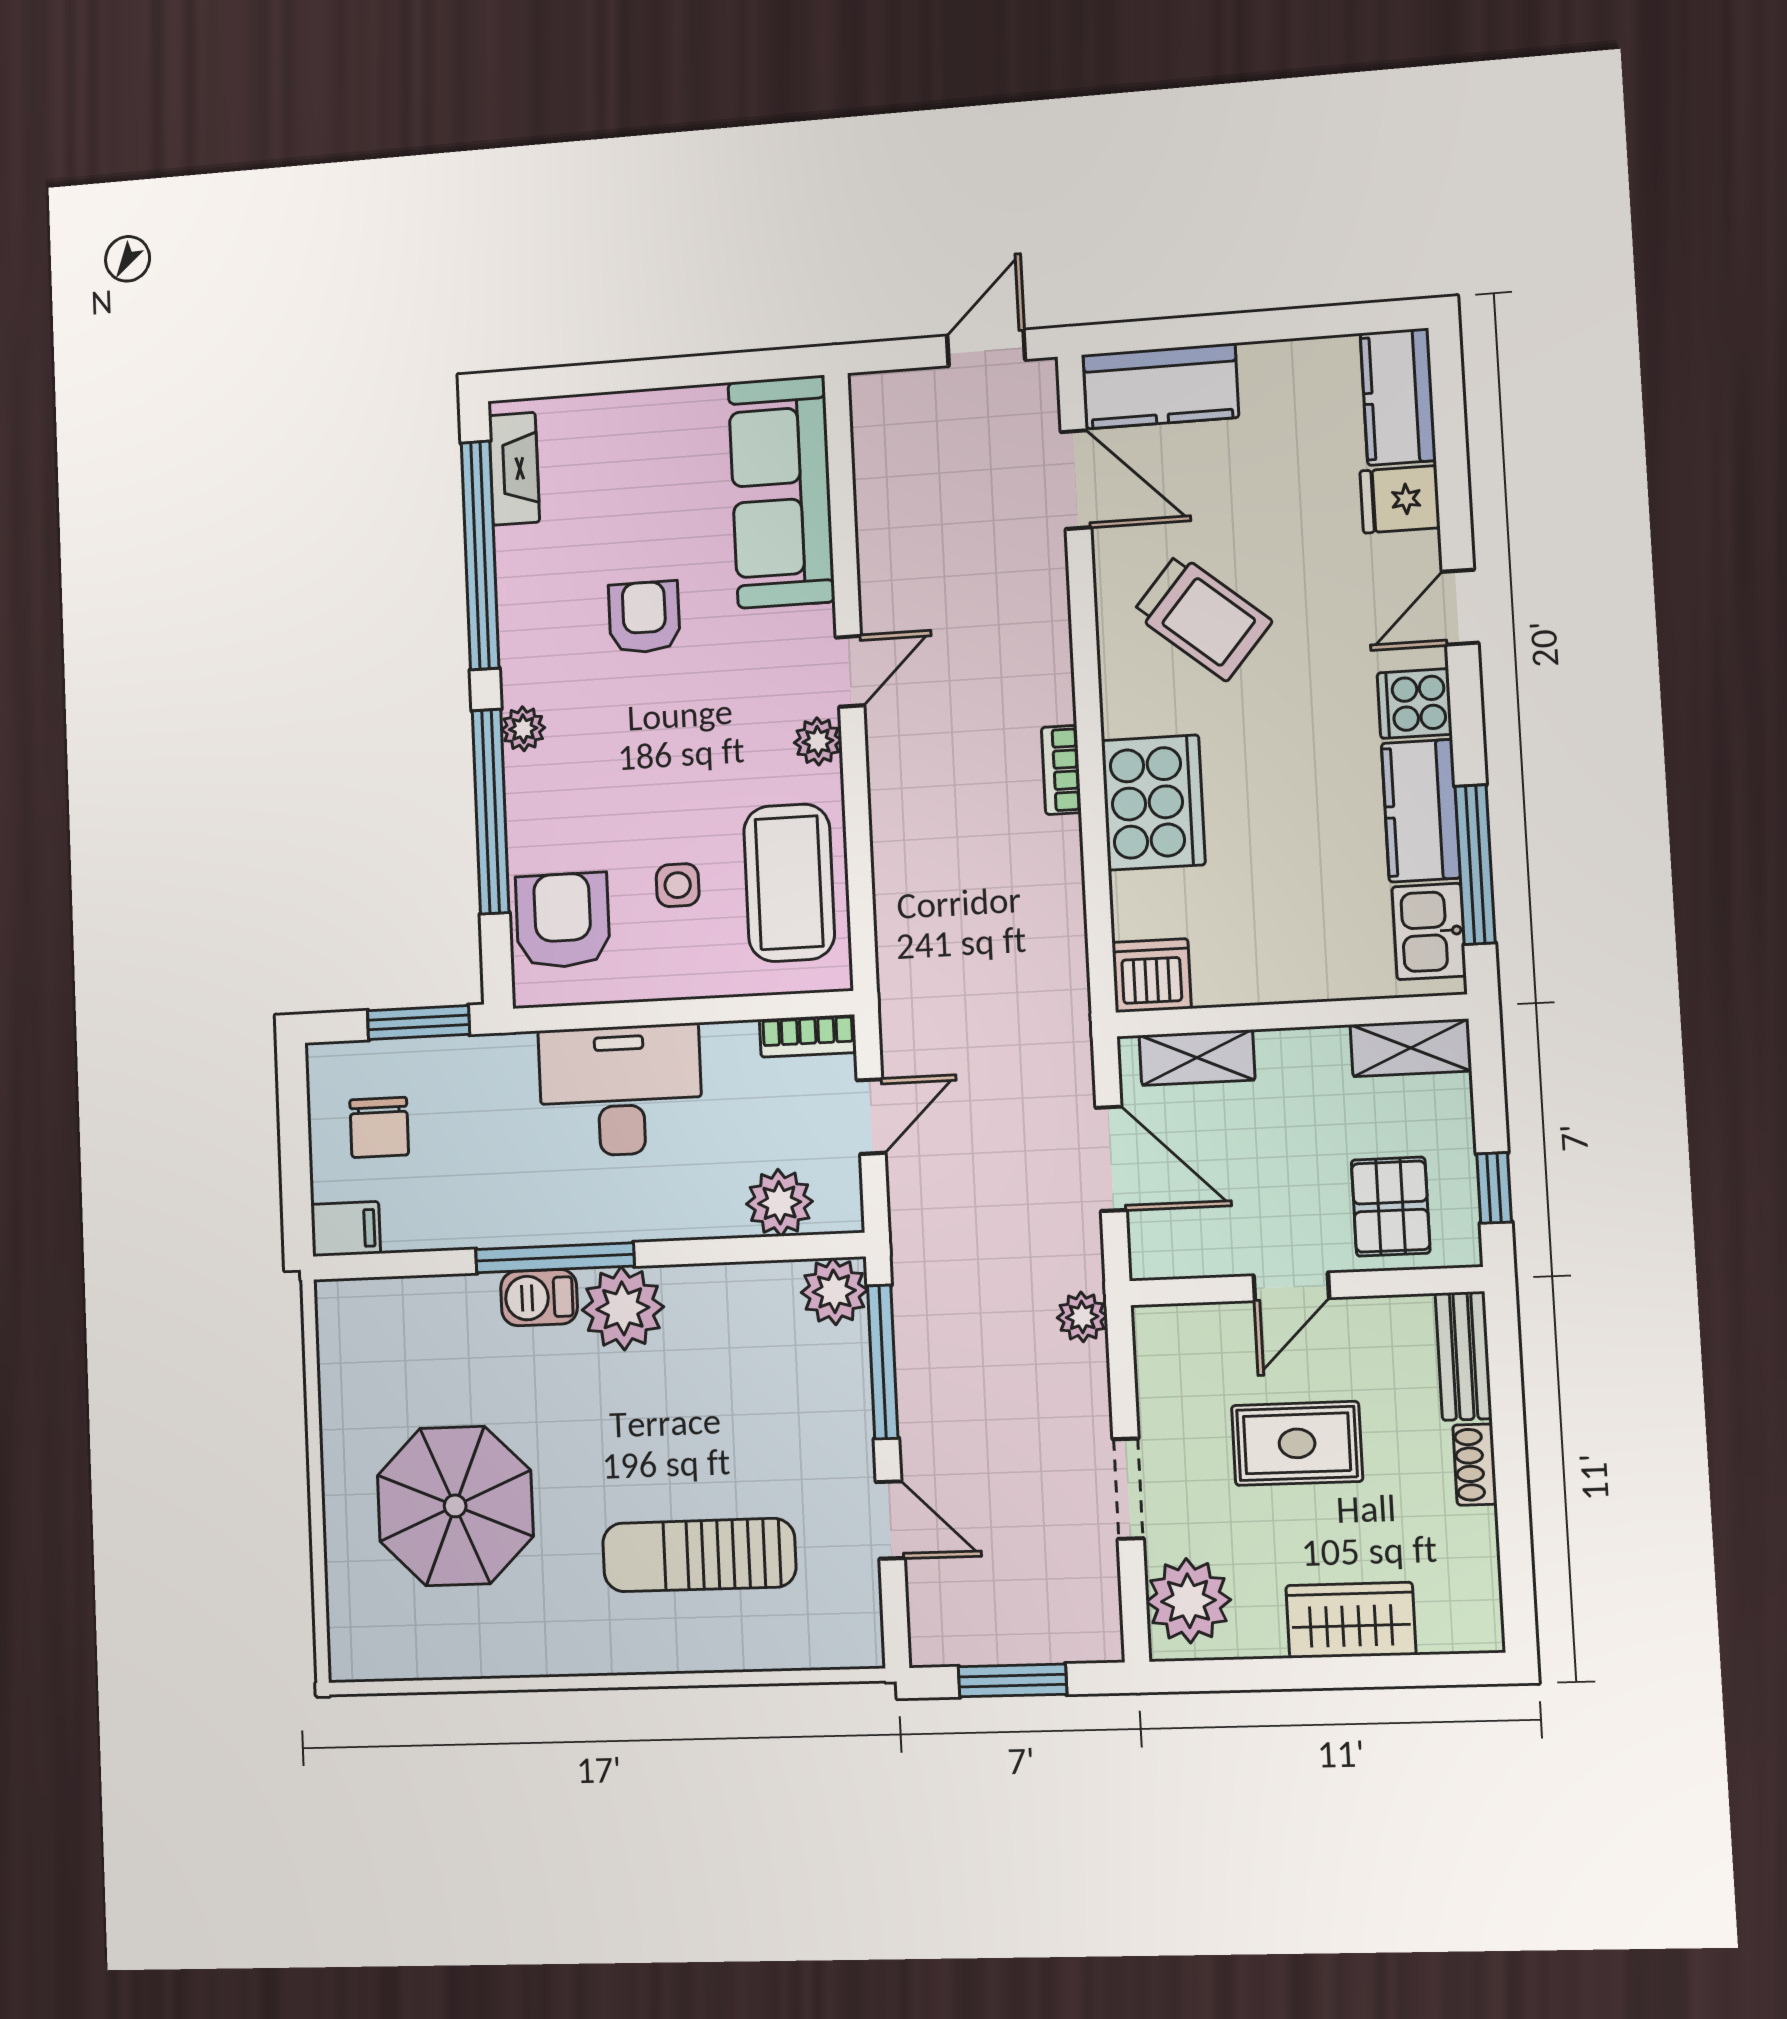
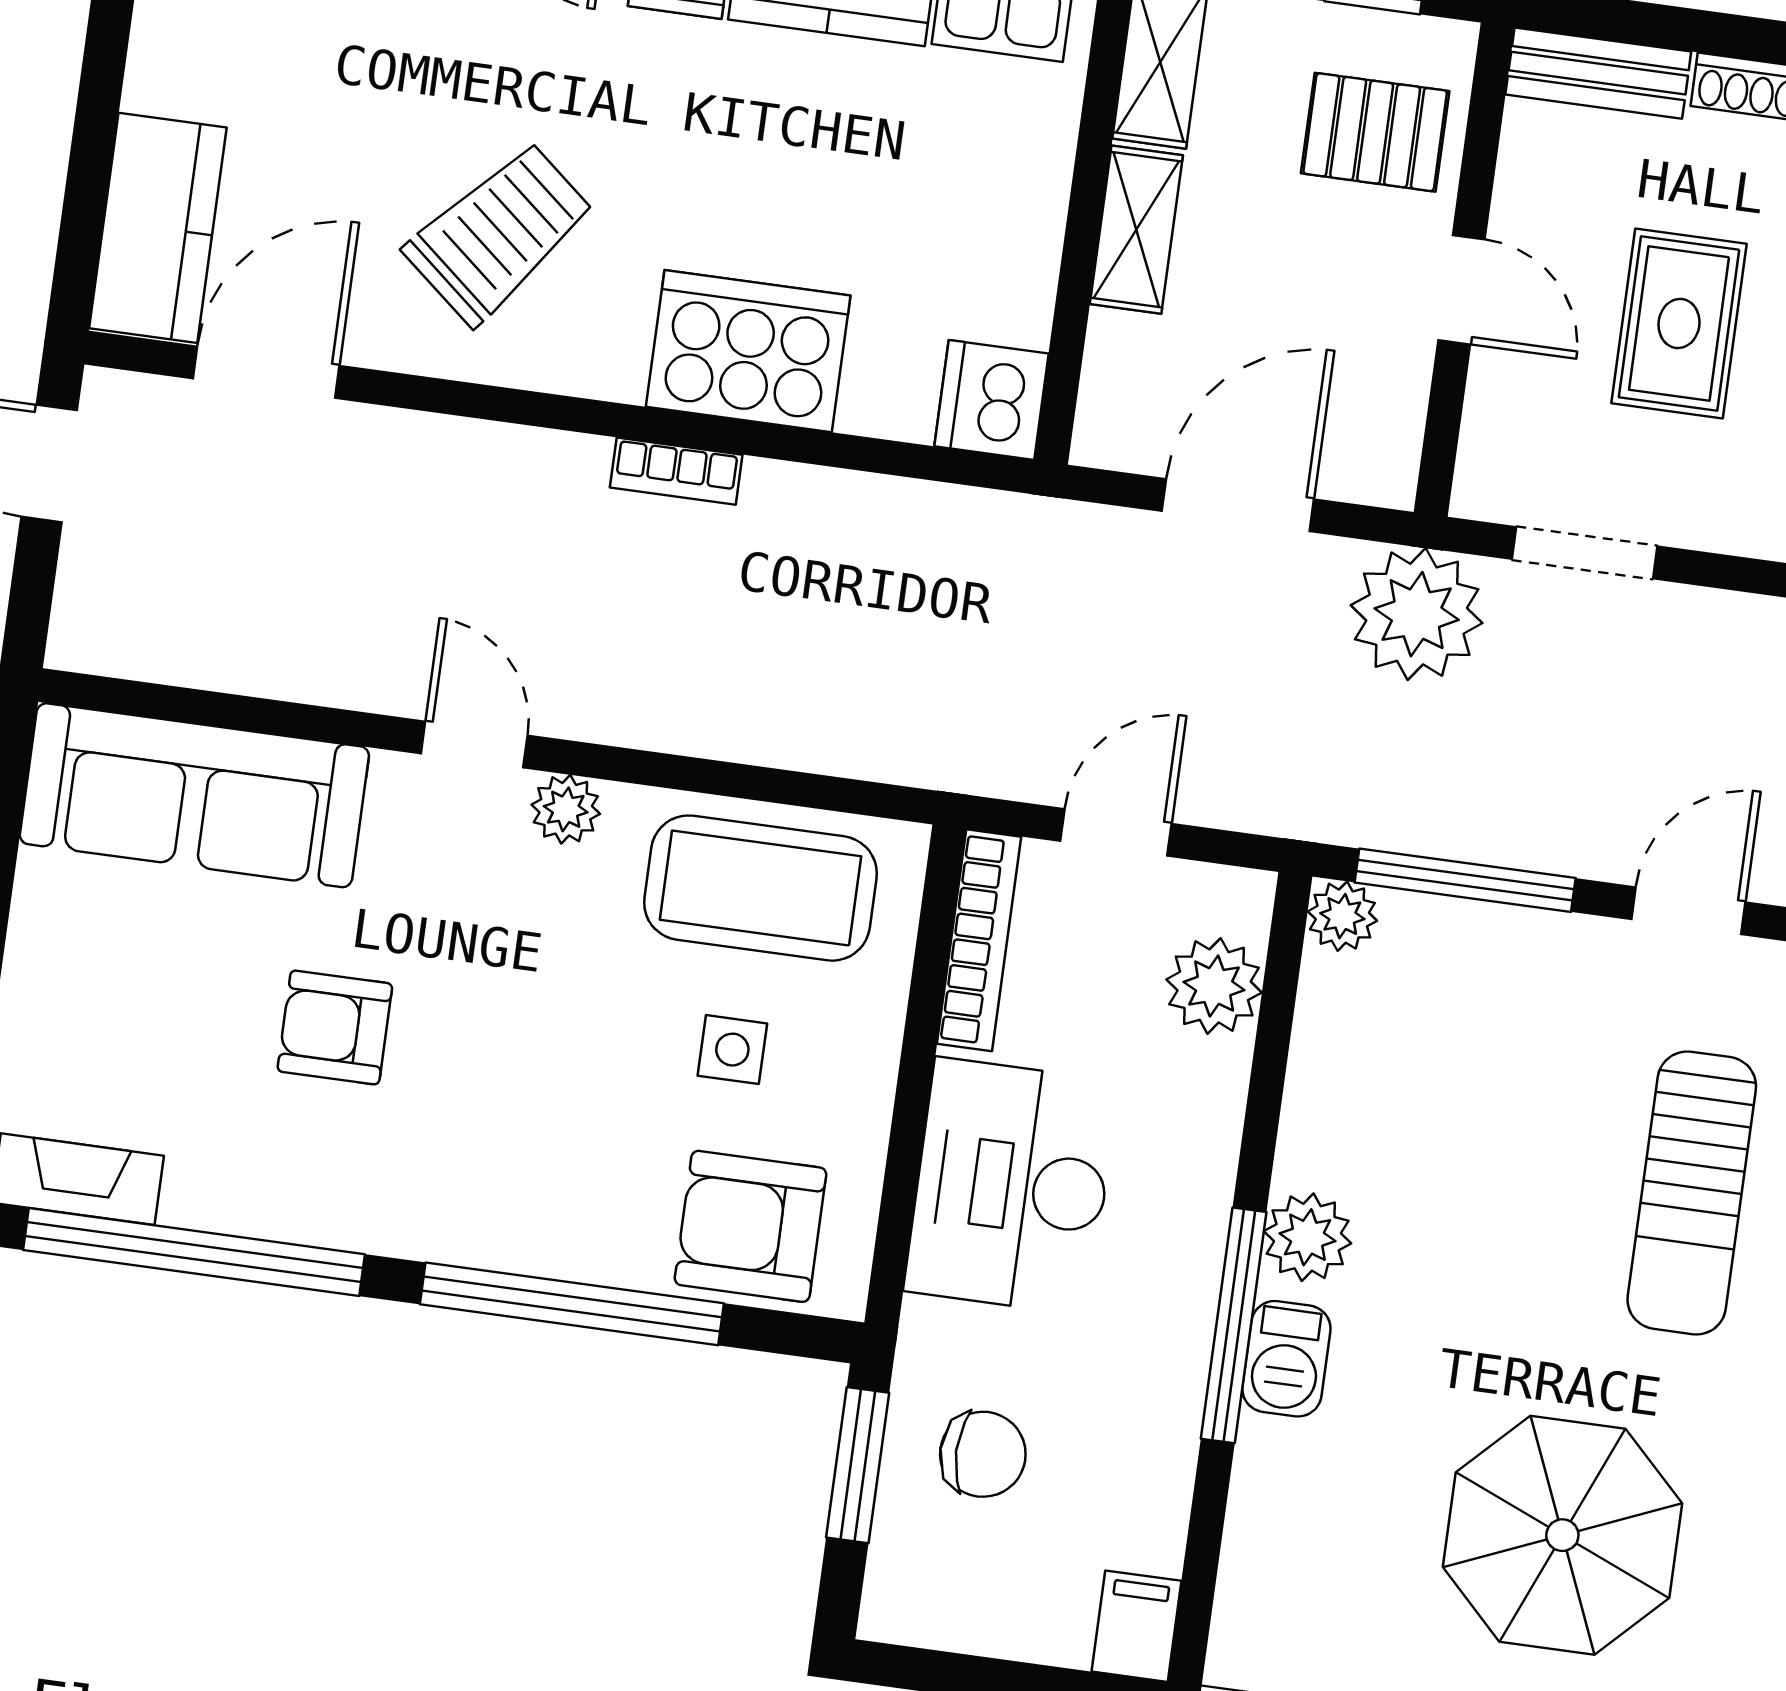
plant: (523, 729) -> (461, 1234), removed
bookcase: (808, 1036) -> (979, 940), width x1.56
shelving: (1197, 1058) -> (1136, 230), moved
door: (871, 1117) -> (1116, 832), hinge flipped
chair: (379, 1127) -> (983, 1454), moved
plant: (834, 1291) -> (1342, 916), width x0.73, depth x0.73
plant: (623, 1308) -> (1308, 1237), width x0.73, depth x0.73
plant: (1082, 1317) -> (1417, 614), width x1.88, depth x1.88
doorway: (1128, 1489) -> (1584, 553), moved

